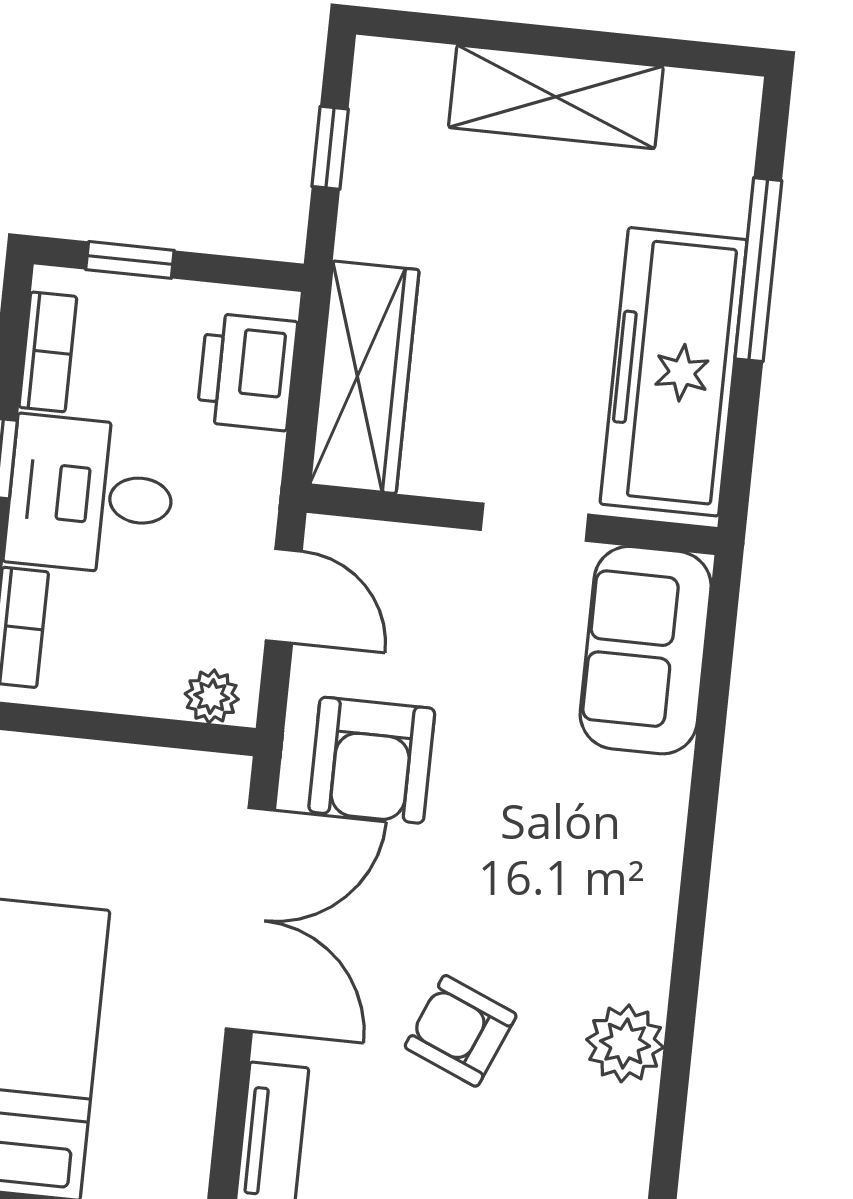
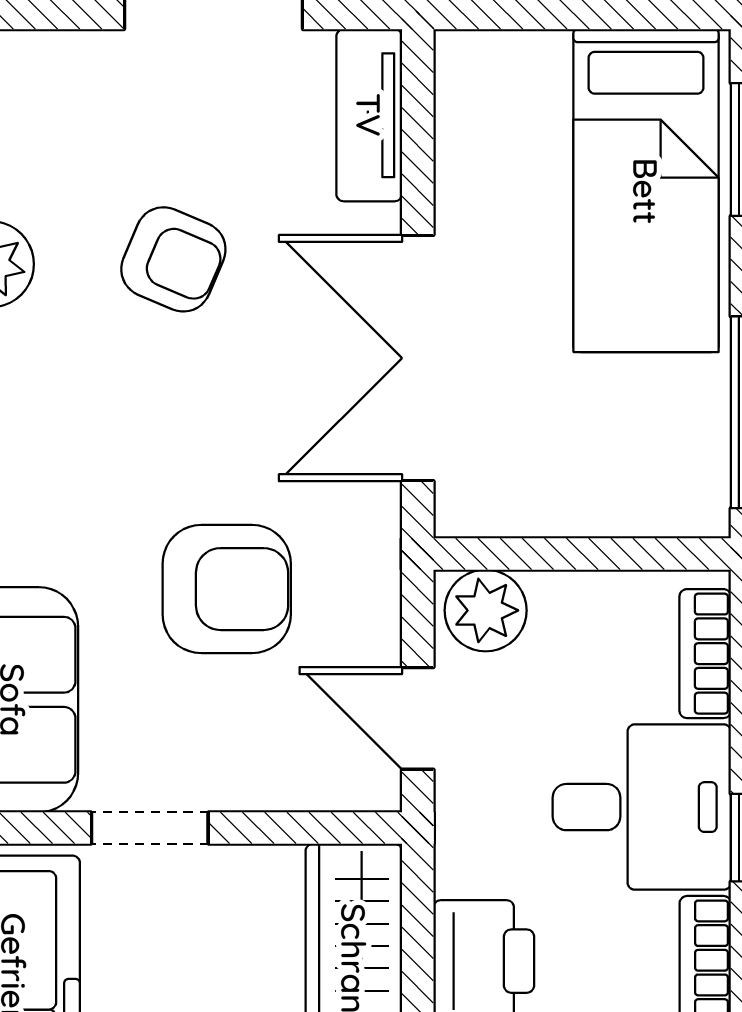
plant: (212, 697) -> (486, 610), width x1.38, depth x1.38
armchair: (372, 760) -> (227, 589), moved, turned 90

